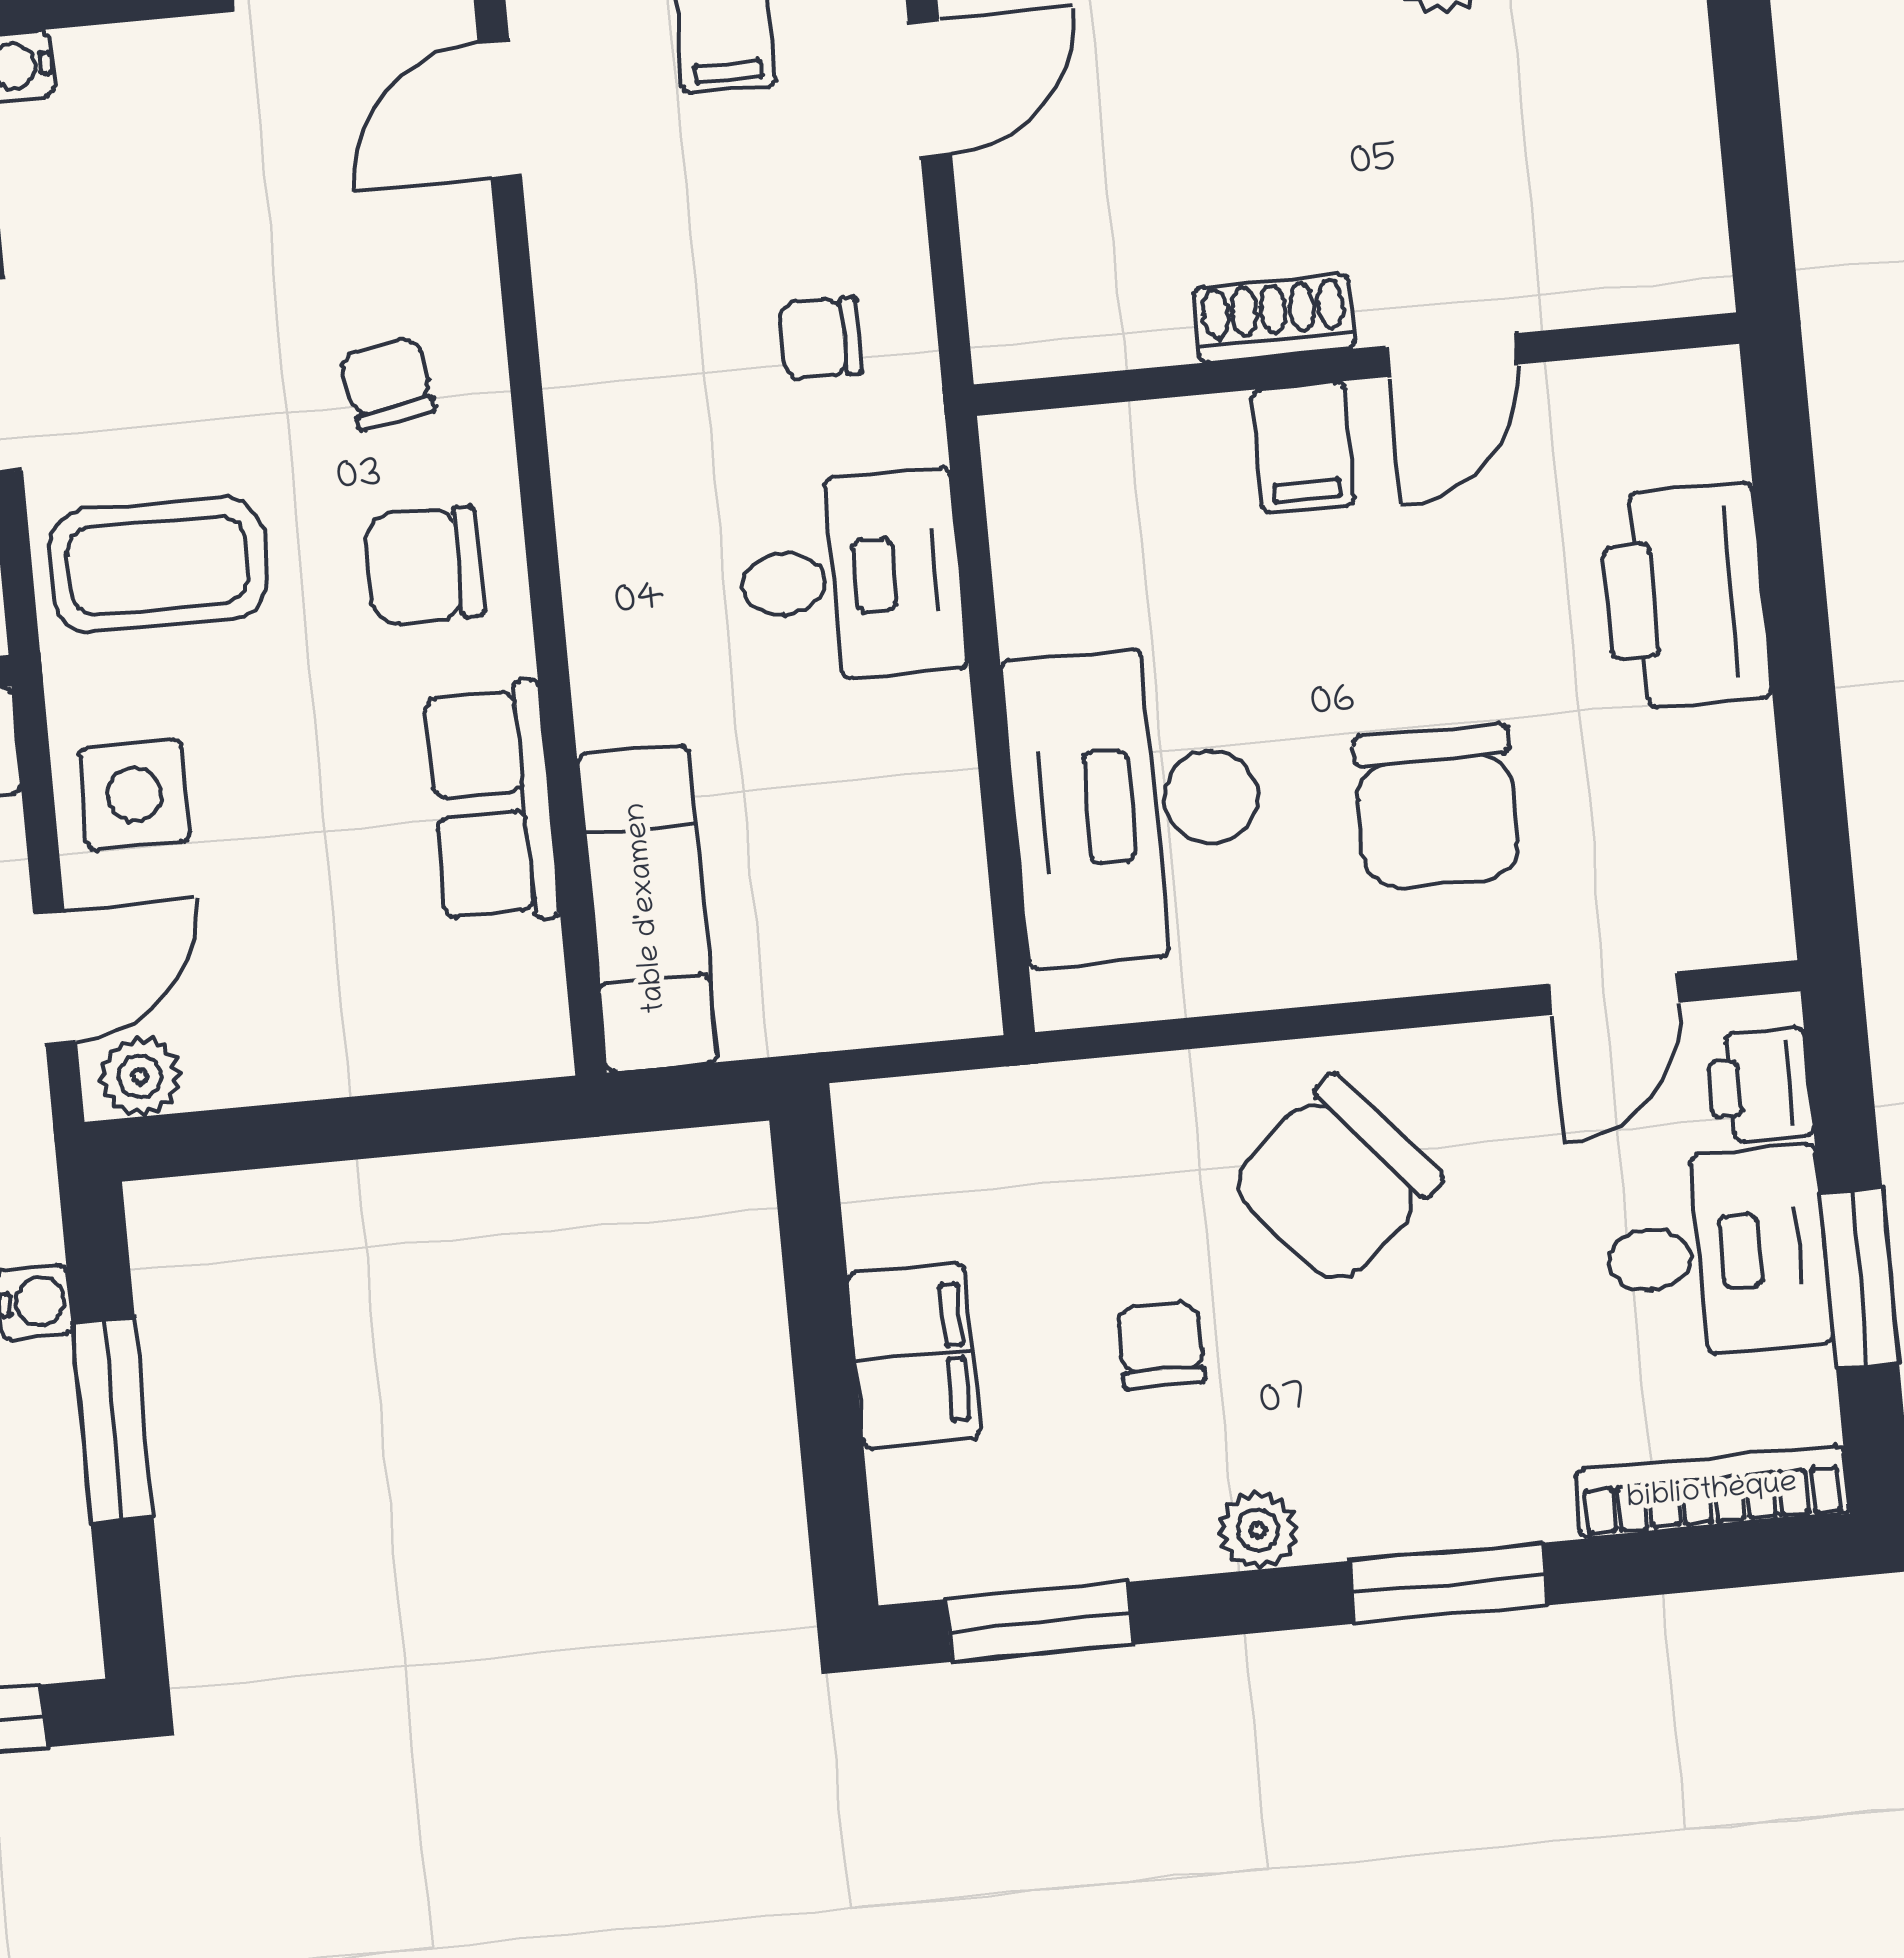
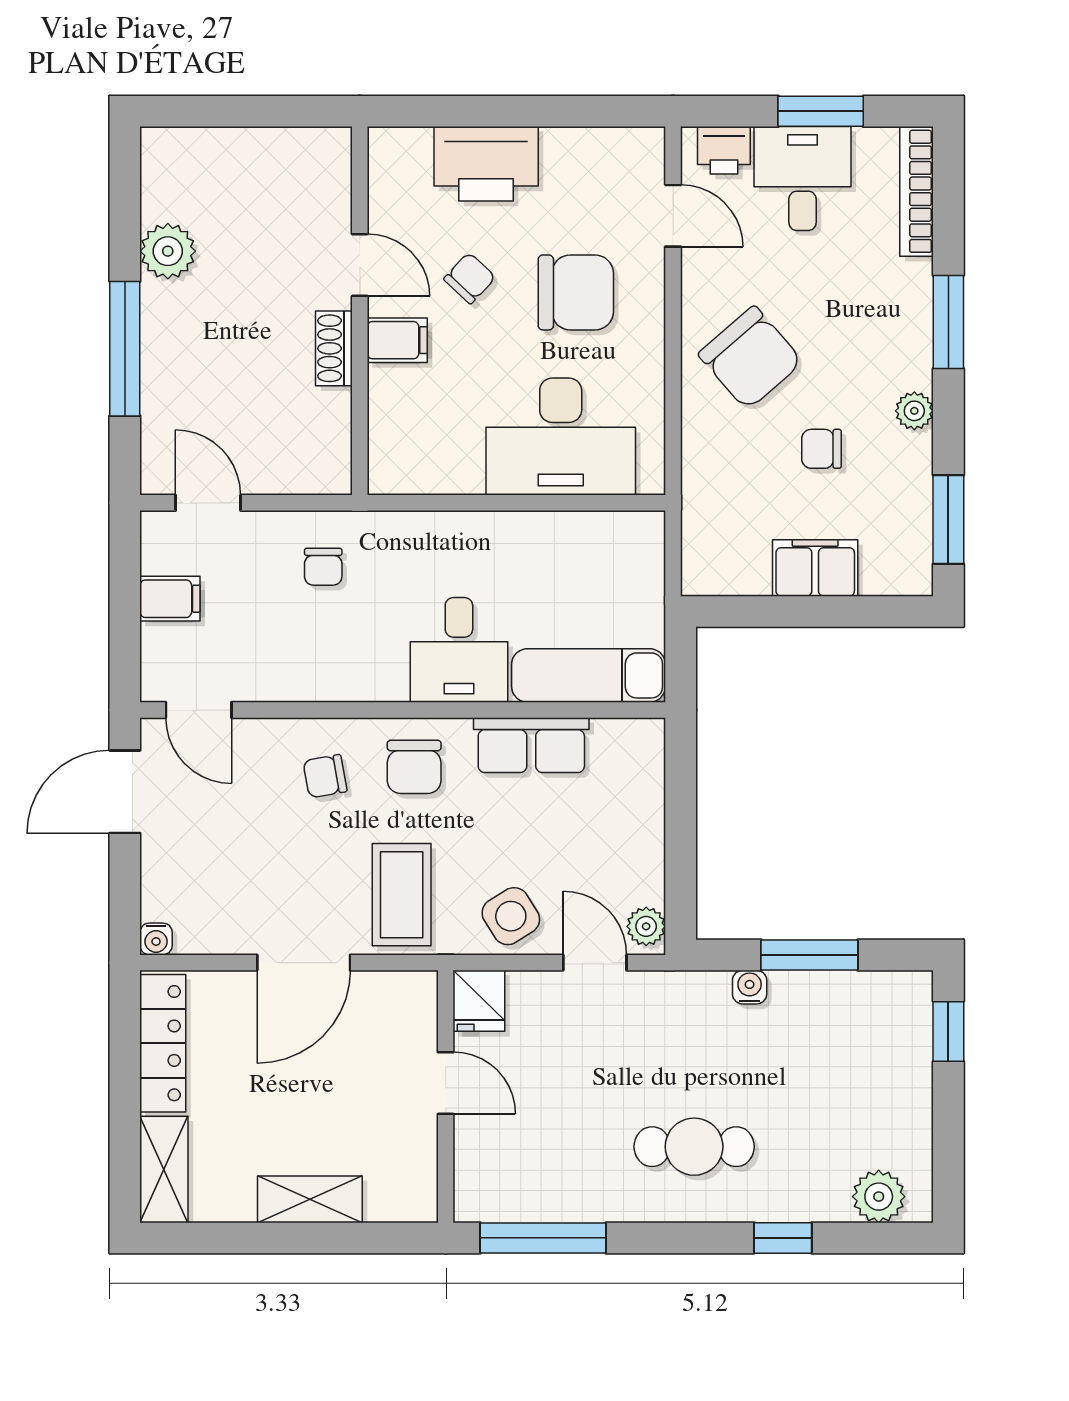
desk: (851, 577) -> (459, 650), moved, turned 180
chair: (1446, 585) -> (470, 278), added
side table: (135, 795) -> (511, 916), turned -32

